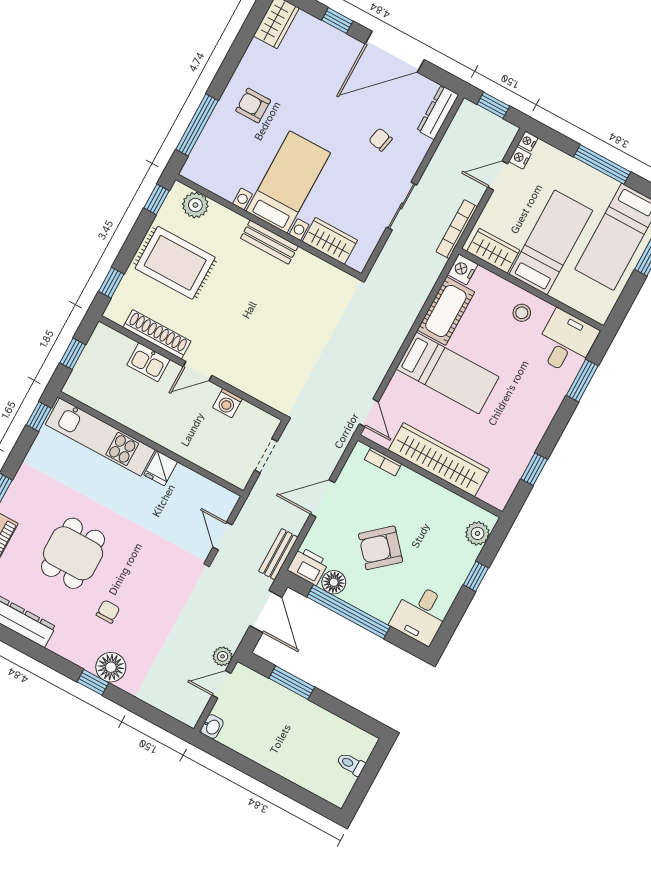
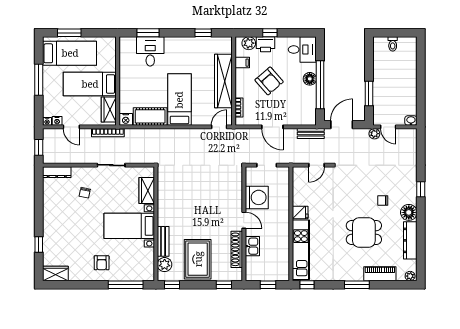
door: (395, 52) -> (39, 209), removed
bench: (269, 242) -> (163, 241), moved
stool: (522, 313) -> (131, 80), removed
desk: (566, 342) -> (150, 51), moved, turned 90
washing machine: (227, 403) -> (257, 197), width x1.89, depth x1.89
filing cabinet: (452, 506) -> (242, 63), added
armchair: (380, 548) -> (269, 81), moved
printer: (308, 566) -> (266, 44), moved, turned -90
floor lamp: (334, 582) -> (310, 79), moved
floor lamp: (111, 667) -> (409, 212), moved

